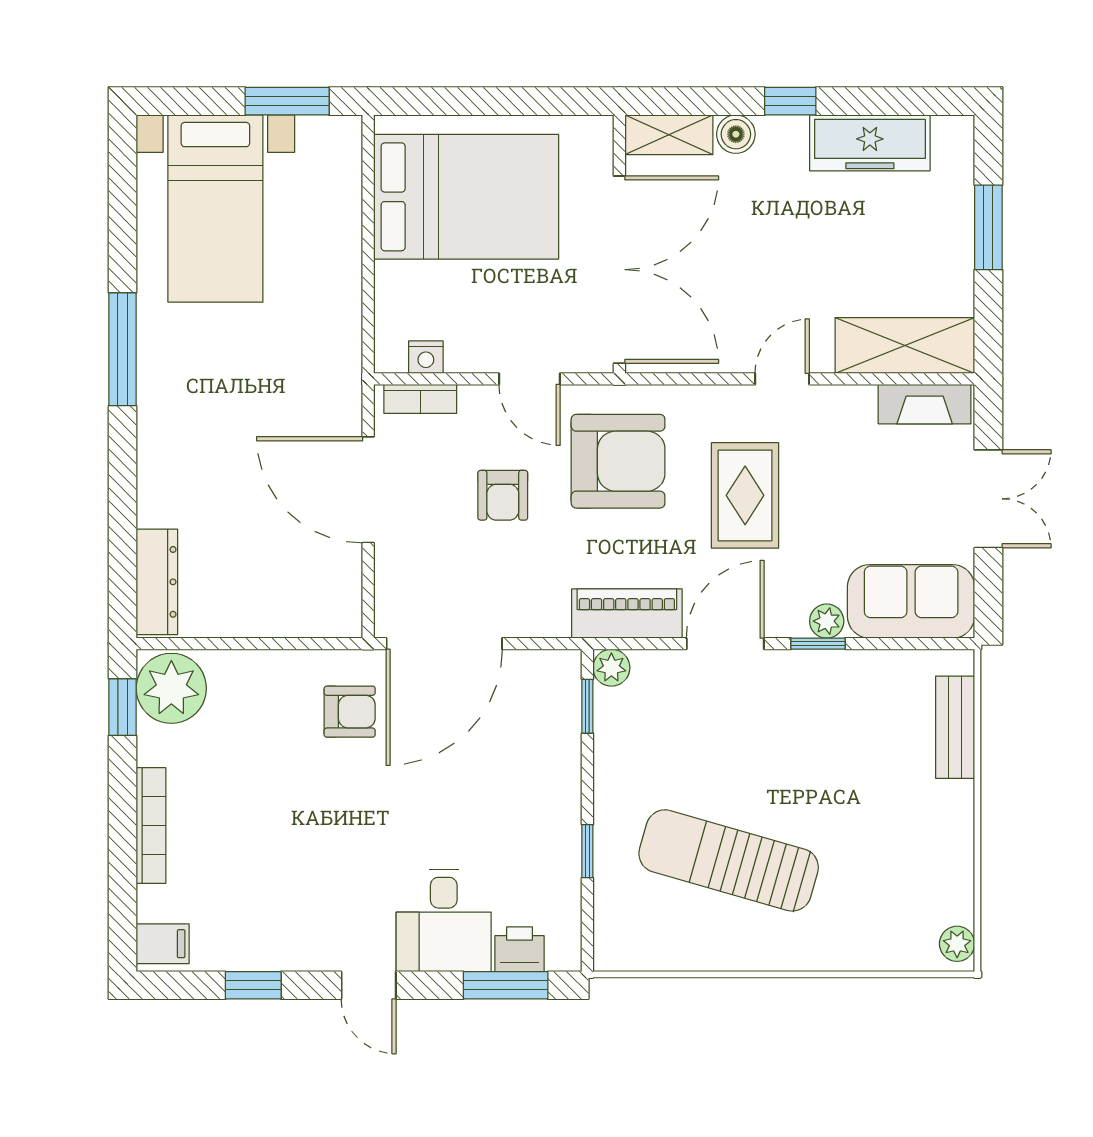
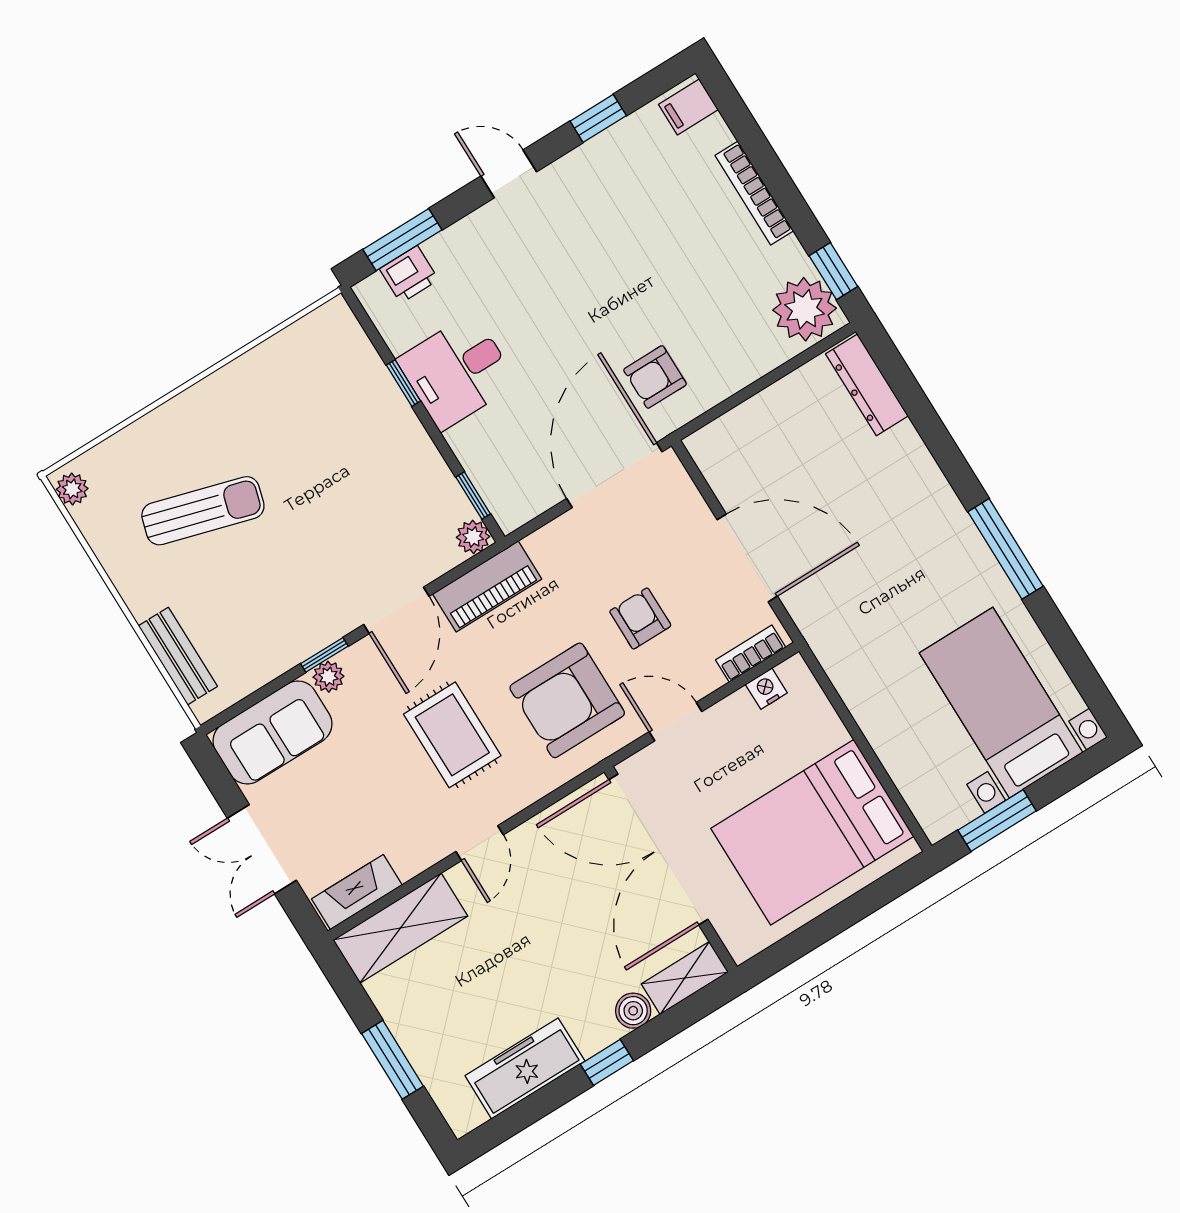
sun lounger: (729, 860) -> (203, 511), moved, width x0.73, depth x0.75
desk: (444, 920) -> (457, 372), moved, turned -90

